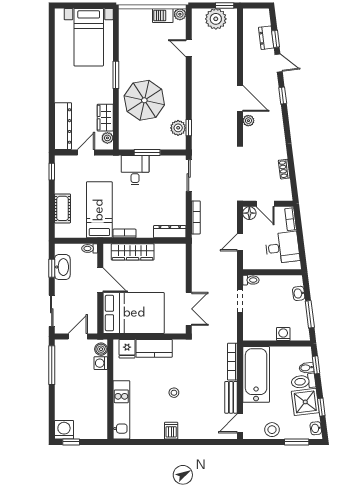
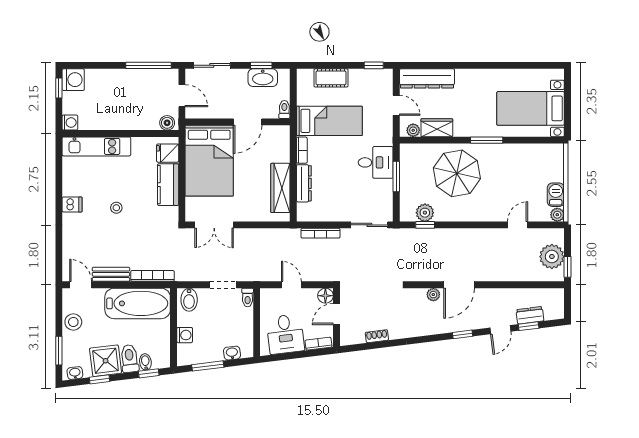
dresser: (170, 232) -> (304, 183), moved
wardrobe: (133, 252) -> (280, 188), moved
bidet: (253, 330) -> (189, 300), added
washing machine: (101, 363) -> (70, 123), moved, turned 90

